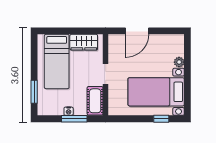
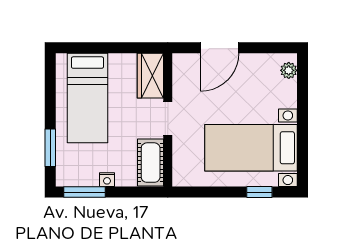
wardrobe: (84, 42) -> (150, 76), moved, turned 90
plant: (179, 62) -> (289, 70), moved
window: (74, 119) -> (84, 192), moved

